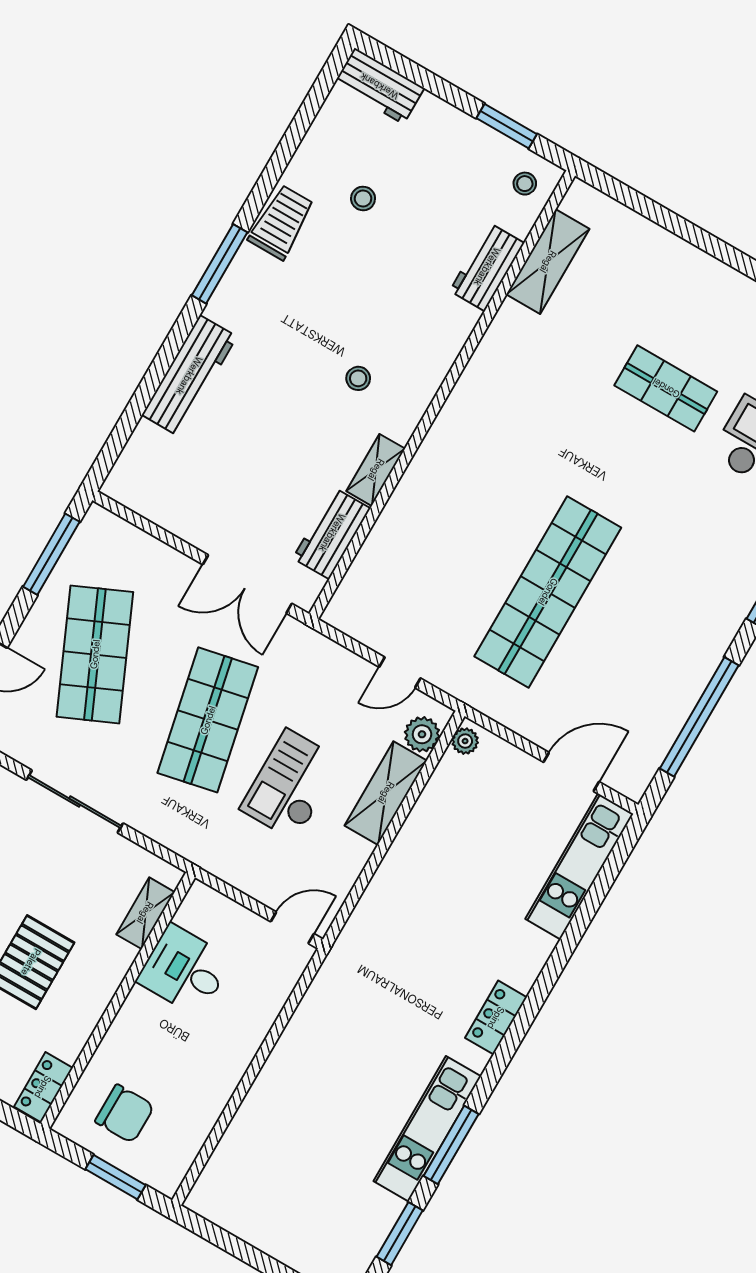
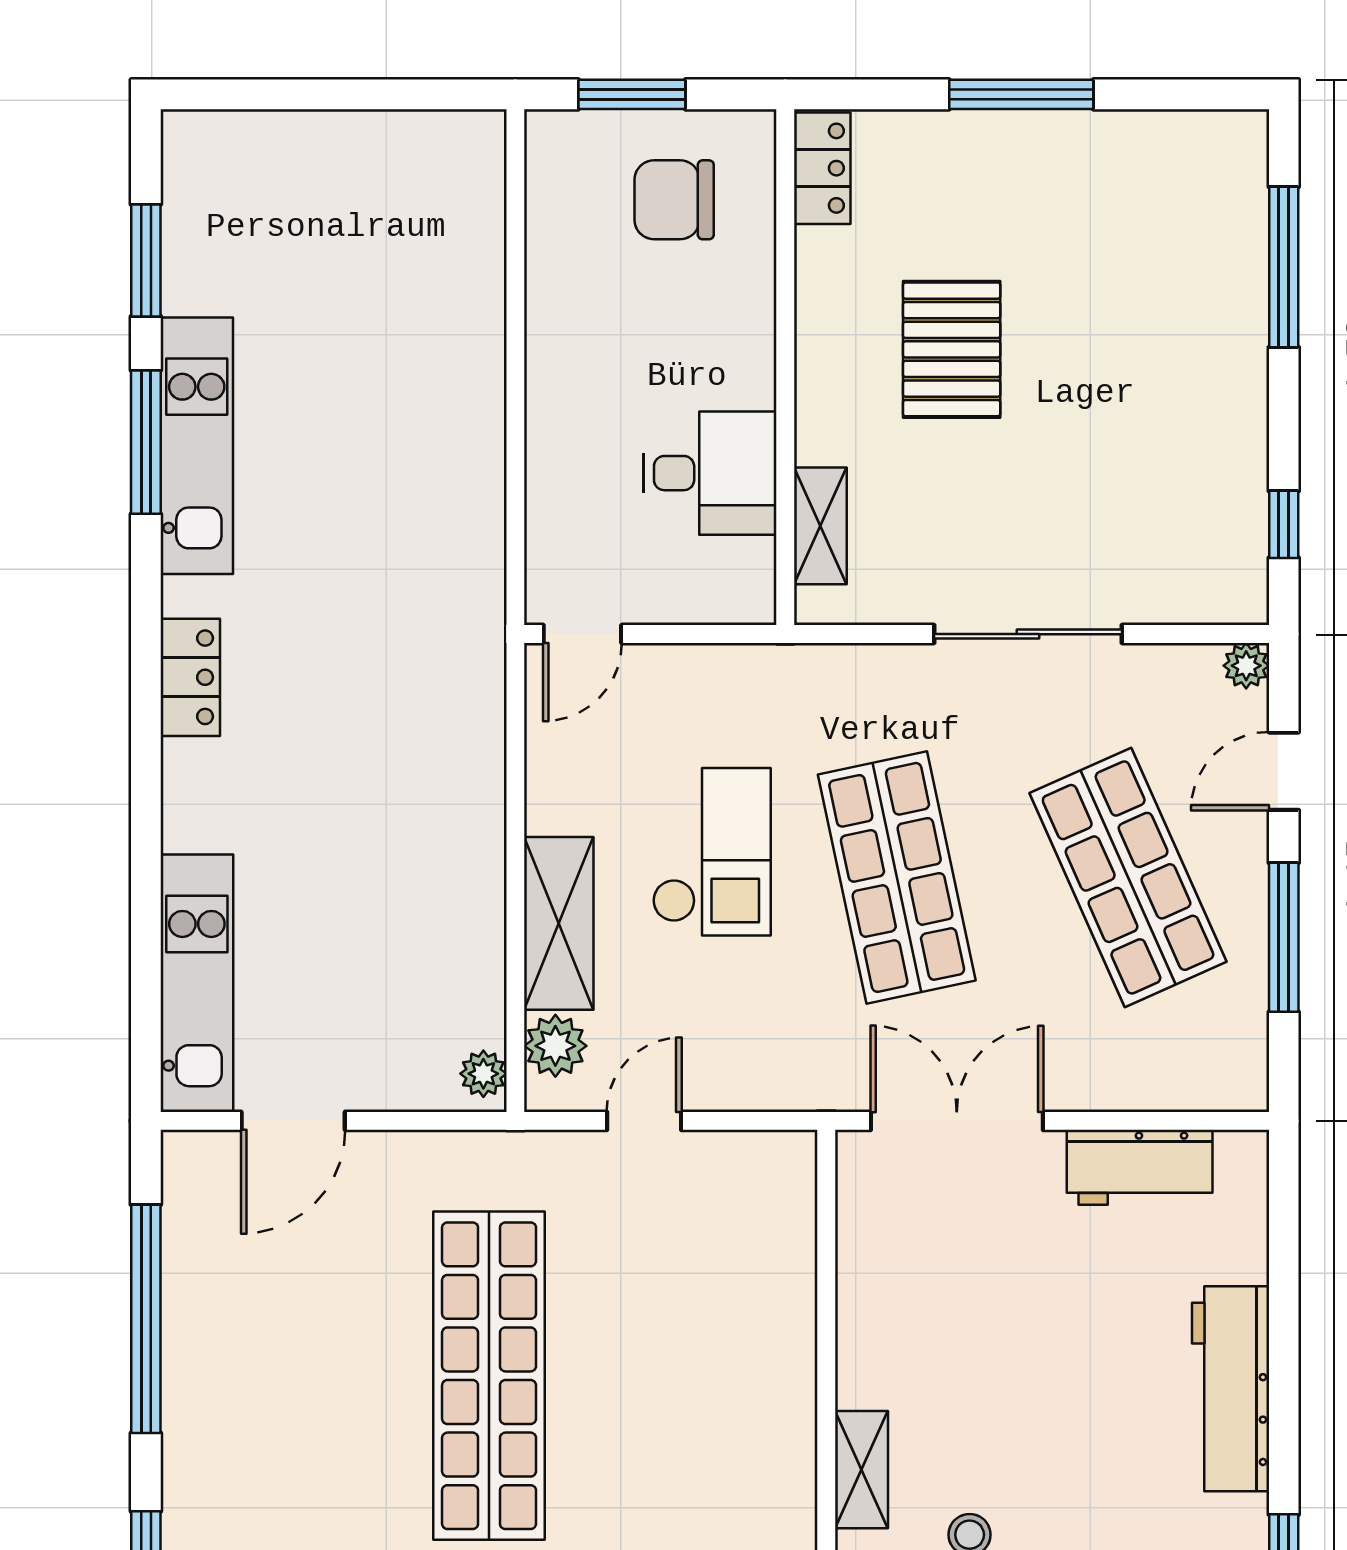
shelving: (376, 470) -> (862, 1470), moved
workbench: (332, 533) -> (1140, 1167), moved, turned 90
window: (51, 554) -> (1284, 937), moved

